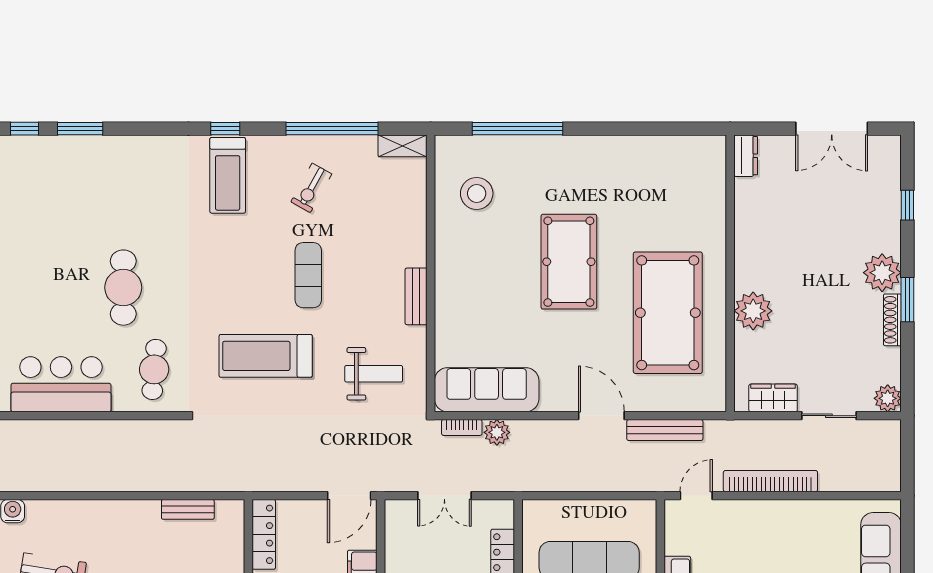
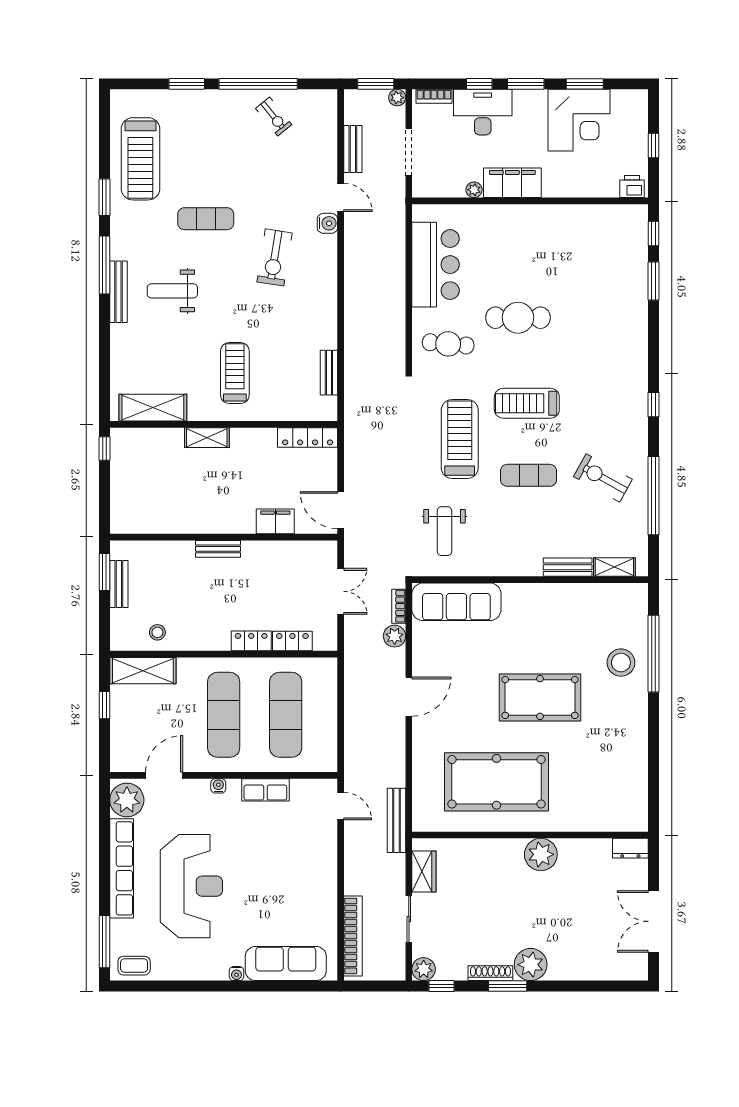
shelving: (402, 146) -> (614, 567), moved, turned 90
treadmill: (228, 175) -> (527, 403), moved
exercise bike: (311, 188) -> (603, 478), width x1.38, depth x1.39
stool: (477, 193) -> (621, 663), moved
window: (907, 205) -> (441, 986), moved
bench: (416, 296) -> (568, 567), moved
plant: (753, 311) -> (541, 854), moved
sofa: (487, 390) -> (456, 602), moved, turned 90
door: (601, 416) -> (409, 697), moved
bench: (665, 430) -> (397, 820), moved
bookcase: (770, 481) -> (353, 936), moved
double door: (444, 496) -> (341, 591), swing flipped

